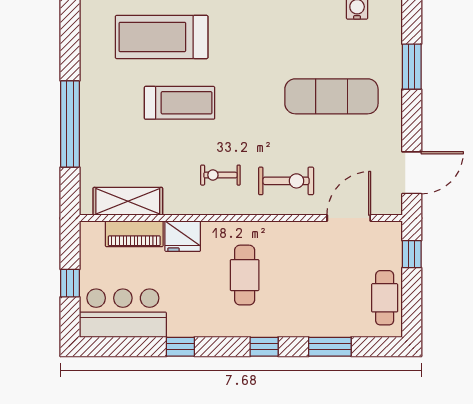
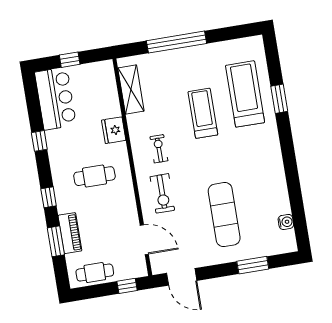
treadmill: (180, 103) -> (203, 113), turned 180
piano: (134, 234) -> (70, 233), moved, turned 180

